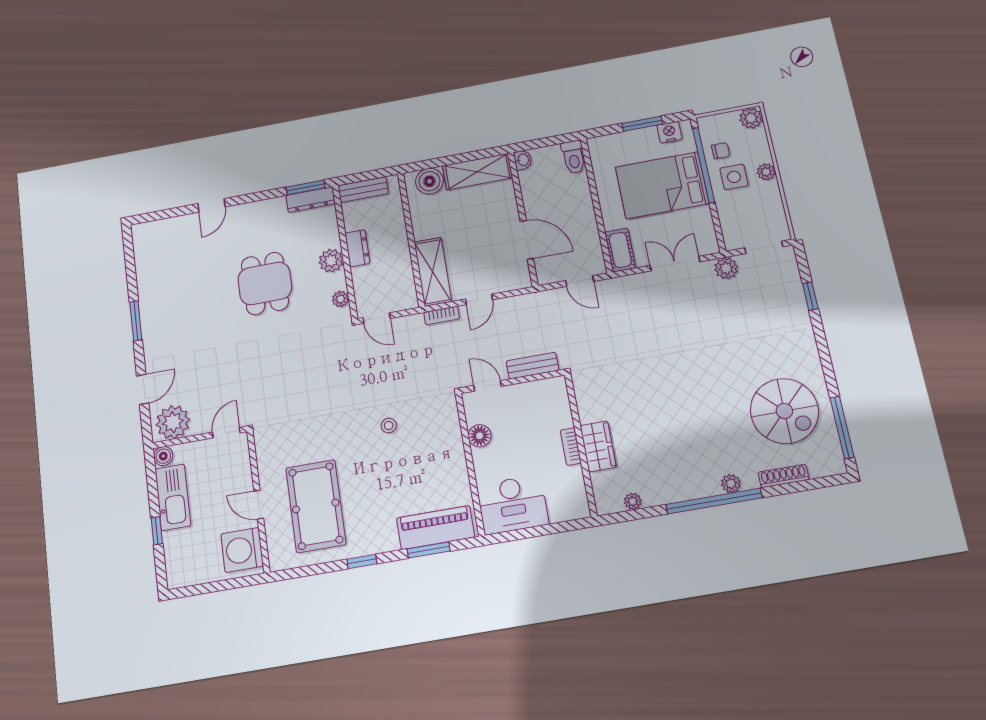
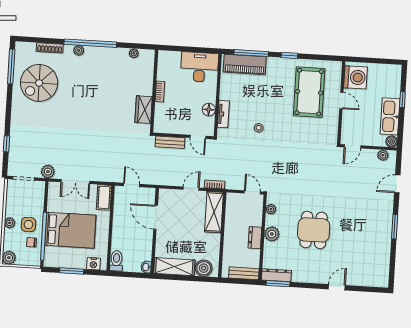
nightstand: (669, 132) -> (93, 264), moved
spiral stairs: (784, 411) -> (39, 83), turned -90
plant: (173, 422) -> (383, 155), width x0.53, depth x0.53
tv unit: (453, 434) -> (223, 114), added
wardrobe: (598, 446) -> (144, 110), moved
window: (429, 550) -> (251, 53), width x1.44

